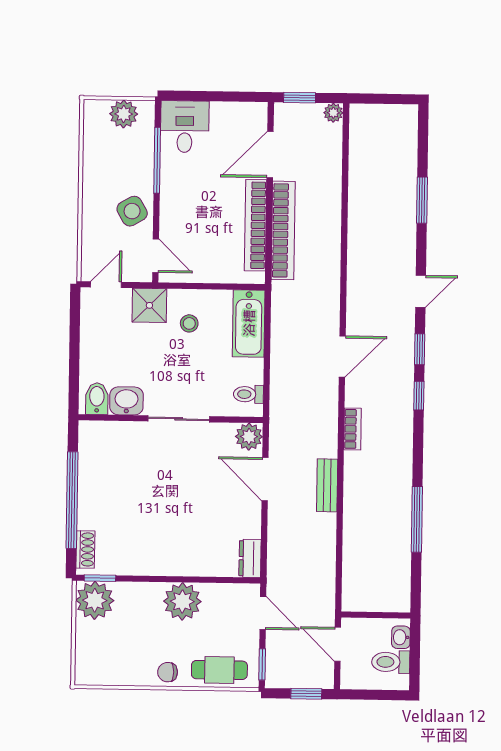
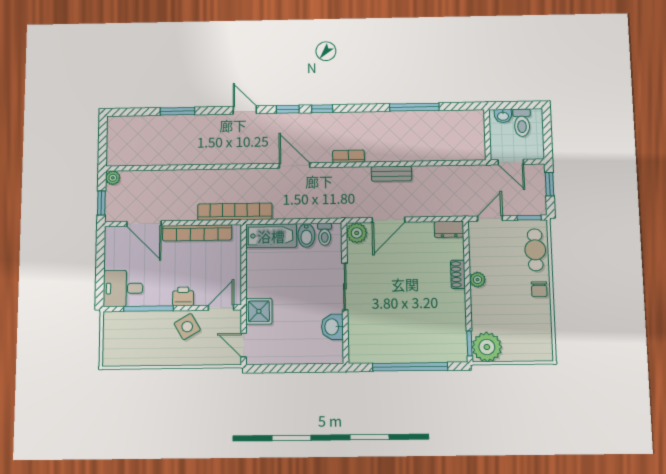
plant: (124, 114) -> (113, 335), removed
printer: (172, 206) -> (183, 296), added
bookcase: (283, 230) -> (235, 212), moved
stool: (189, 323) -> (272, 281), removed
bidet: (97, 399) -> (306, 235), moved, turned -90
shoe rack: (85, 549) -> (458, 274), moved, turned -90
plant: (182, 601) -> (477, 280), width x0.53, depth x0.53
door: (338, 644) -> (511, 162), hinge flipped

